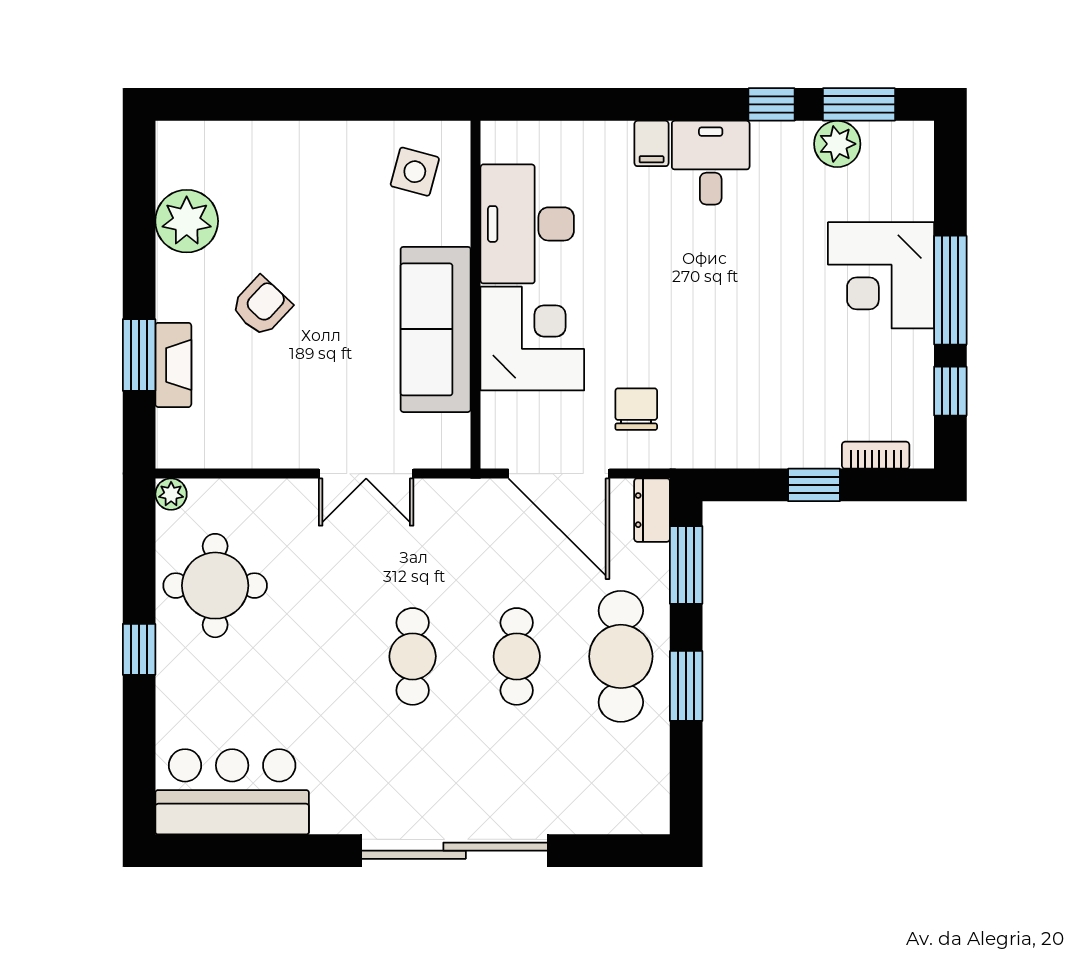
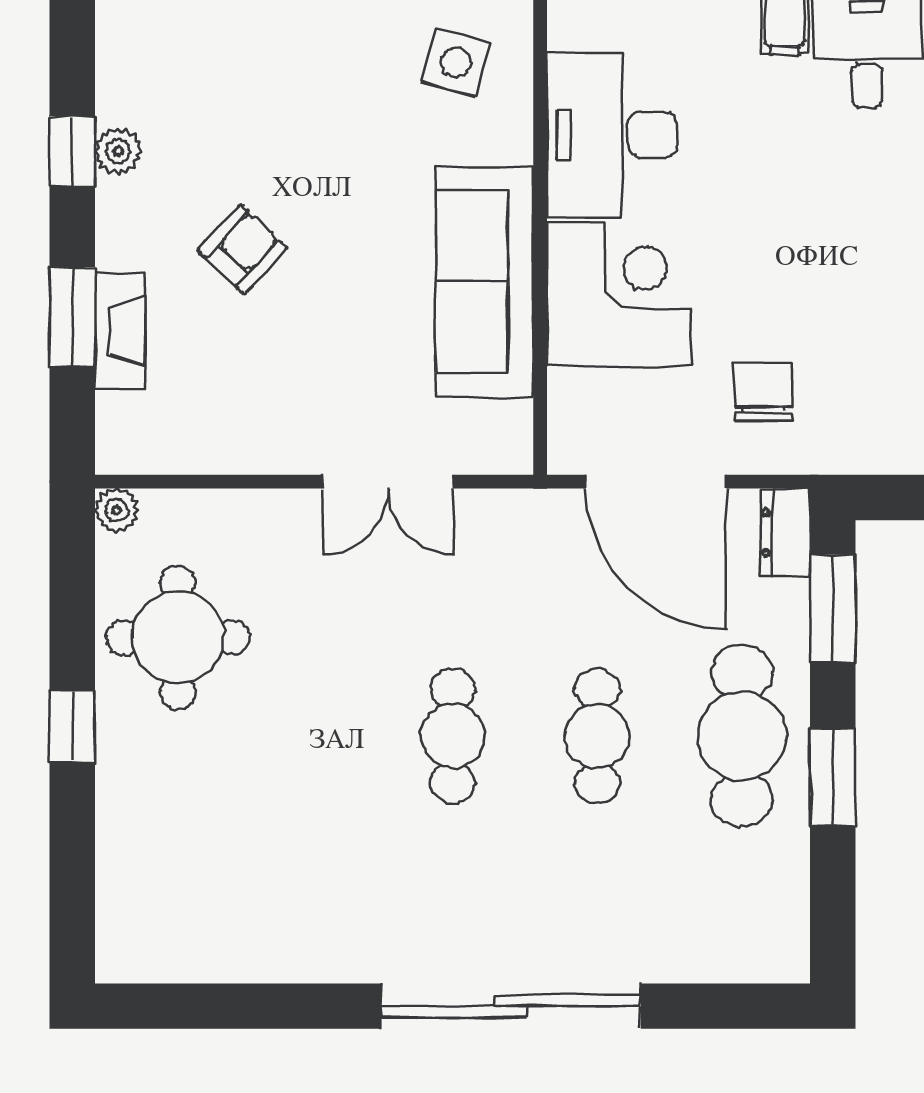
plant: (187, 221) -> (118, 151), width x0.53, depth x0.53
window: (139, 236) -> (72, 151), added
bar counter: (232, 792) -> (202, 924), removed

